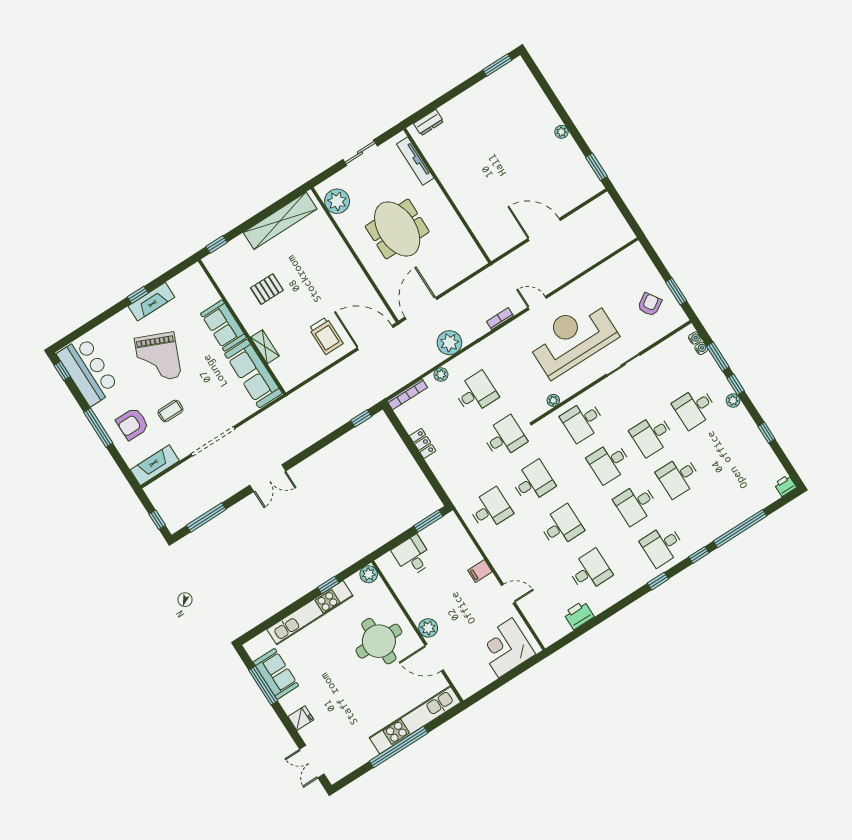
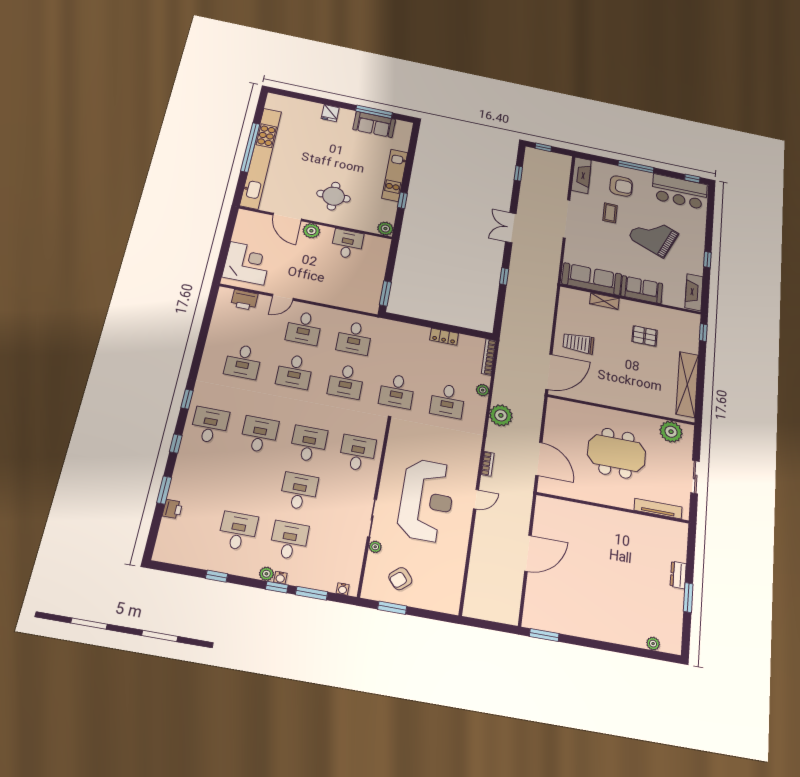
window: (497, 65) -> (688, 598), moved
dresser: (429, 123) -> (678, 575), moved
plant: (561, 132) -> (653, 644), moved
pallet: (267, 289) -> (645, 336), turned 90
fireplace: (151, 302) -> (694, 292), moved
armchair: (650, 305) -> (400, 579), turned 82
door: (421, 308) -> (539, 459), moved
water cooler: (701, 348) -> (280, 578), moved
plant: (553, 400) -> (375, 547), moved
window: (361, 418) -> (504, 276), moved
armchair: (132, 424) -> (621, 186), turned 90
desk: (679, 476) -> (238, 531), moved
printer: (785, 486) -> (172, 509), moved
window: (206, 517) -> (518, 173), width x0.46
window: (740, 529) -> (164, 490), width x0.47
desk: (519, 554) -> (304, 328), added
desk: (412, 556) -> (347, 244), moved, turned -90
filing cabinet: (480, 571) -> (317, 294), removed
kitchen unit: (310, 613) -> (395, 175), width x0.73
printer: (579, 615) -> (244, 300), moved, turned 90
round table: (379, 641) -> (334, 196), width x0.73, depth x0.73
door: (434, 658) -> (287, 217), swing flipped
kitchen unit: (415, 720) -> (261, 158), width x1.36
double door: (312, 762) -> (295, 95), removed

